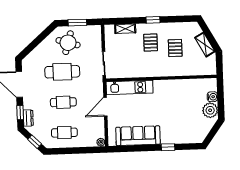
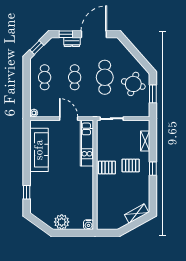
shelving: (205, 45) -> (137, 214), moved
pallet: (175, 48) -> (107, 167), moved
water cooler: (212, 97) -> (89, 225), moved
dresser: (28, 118) -> (72, 42), moved
window: (168, 147) -> (27, 192), moved

